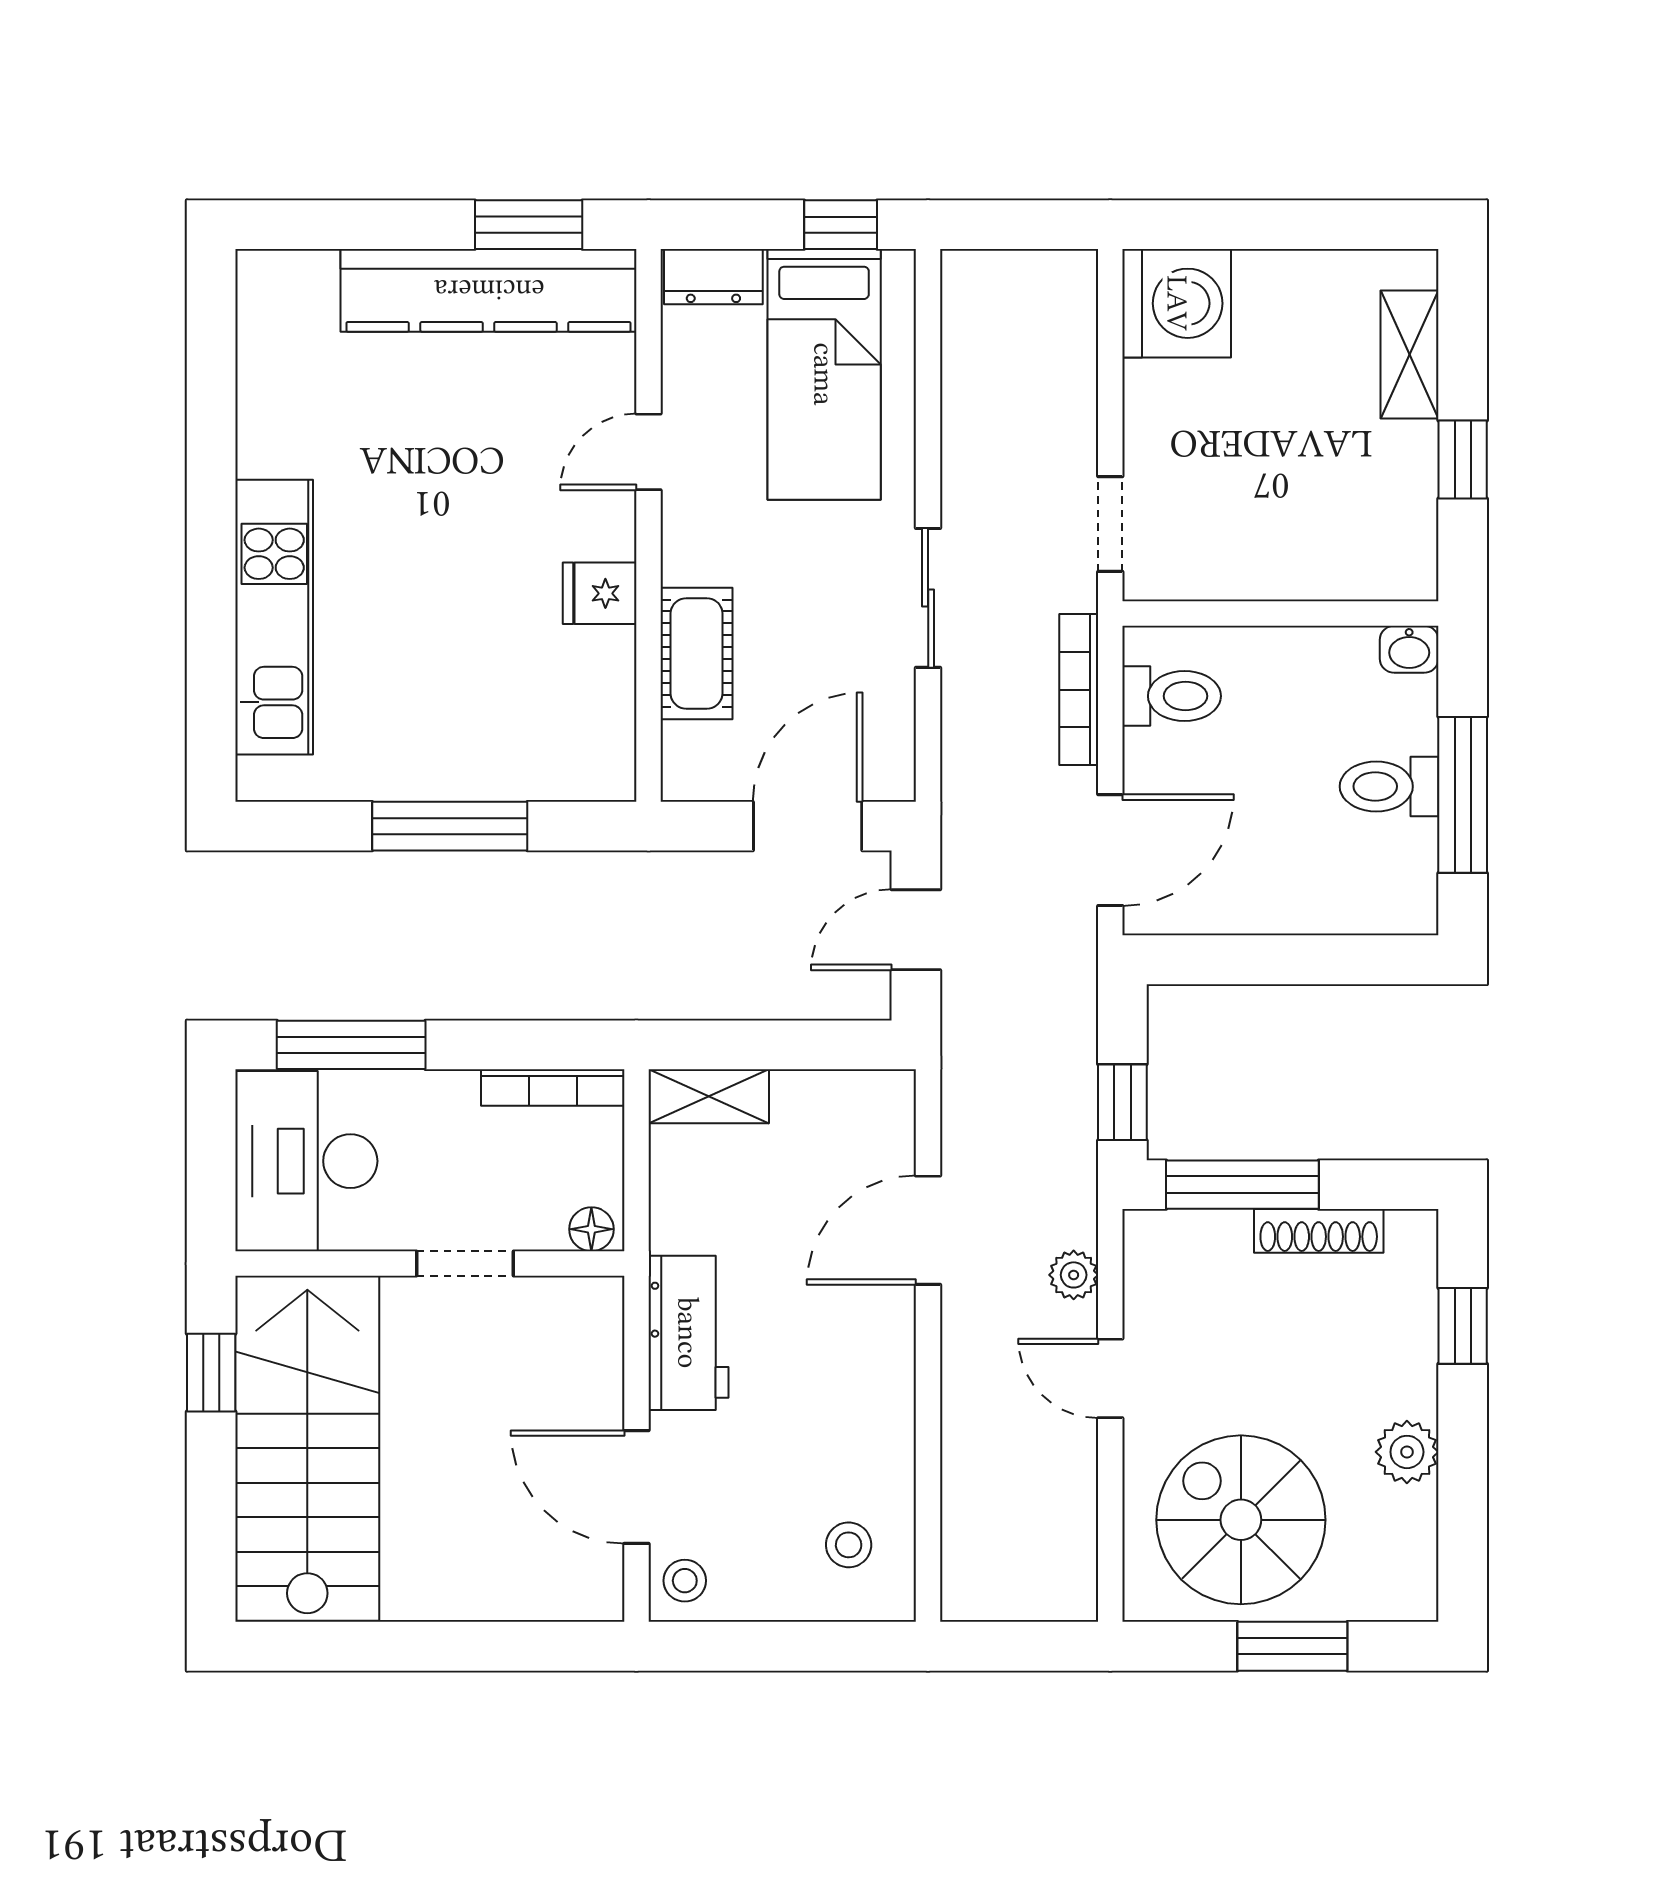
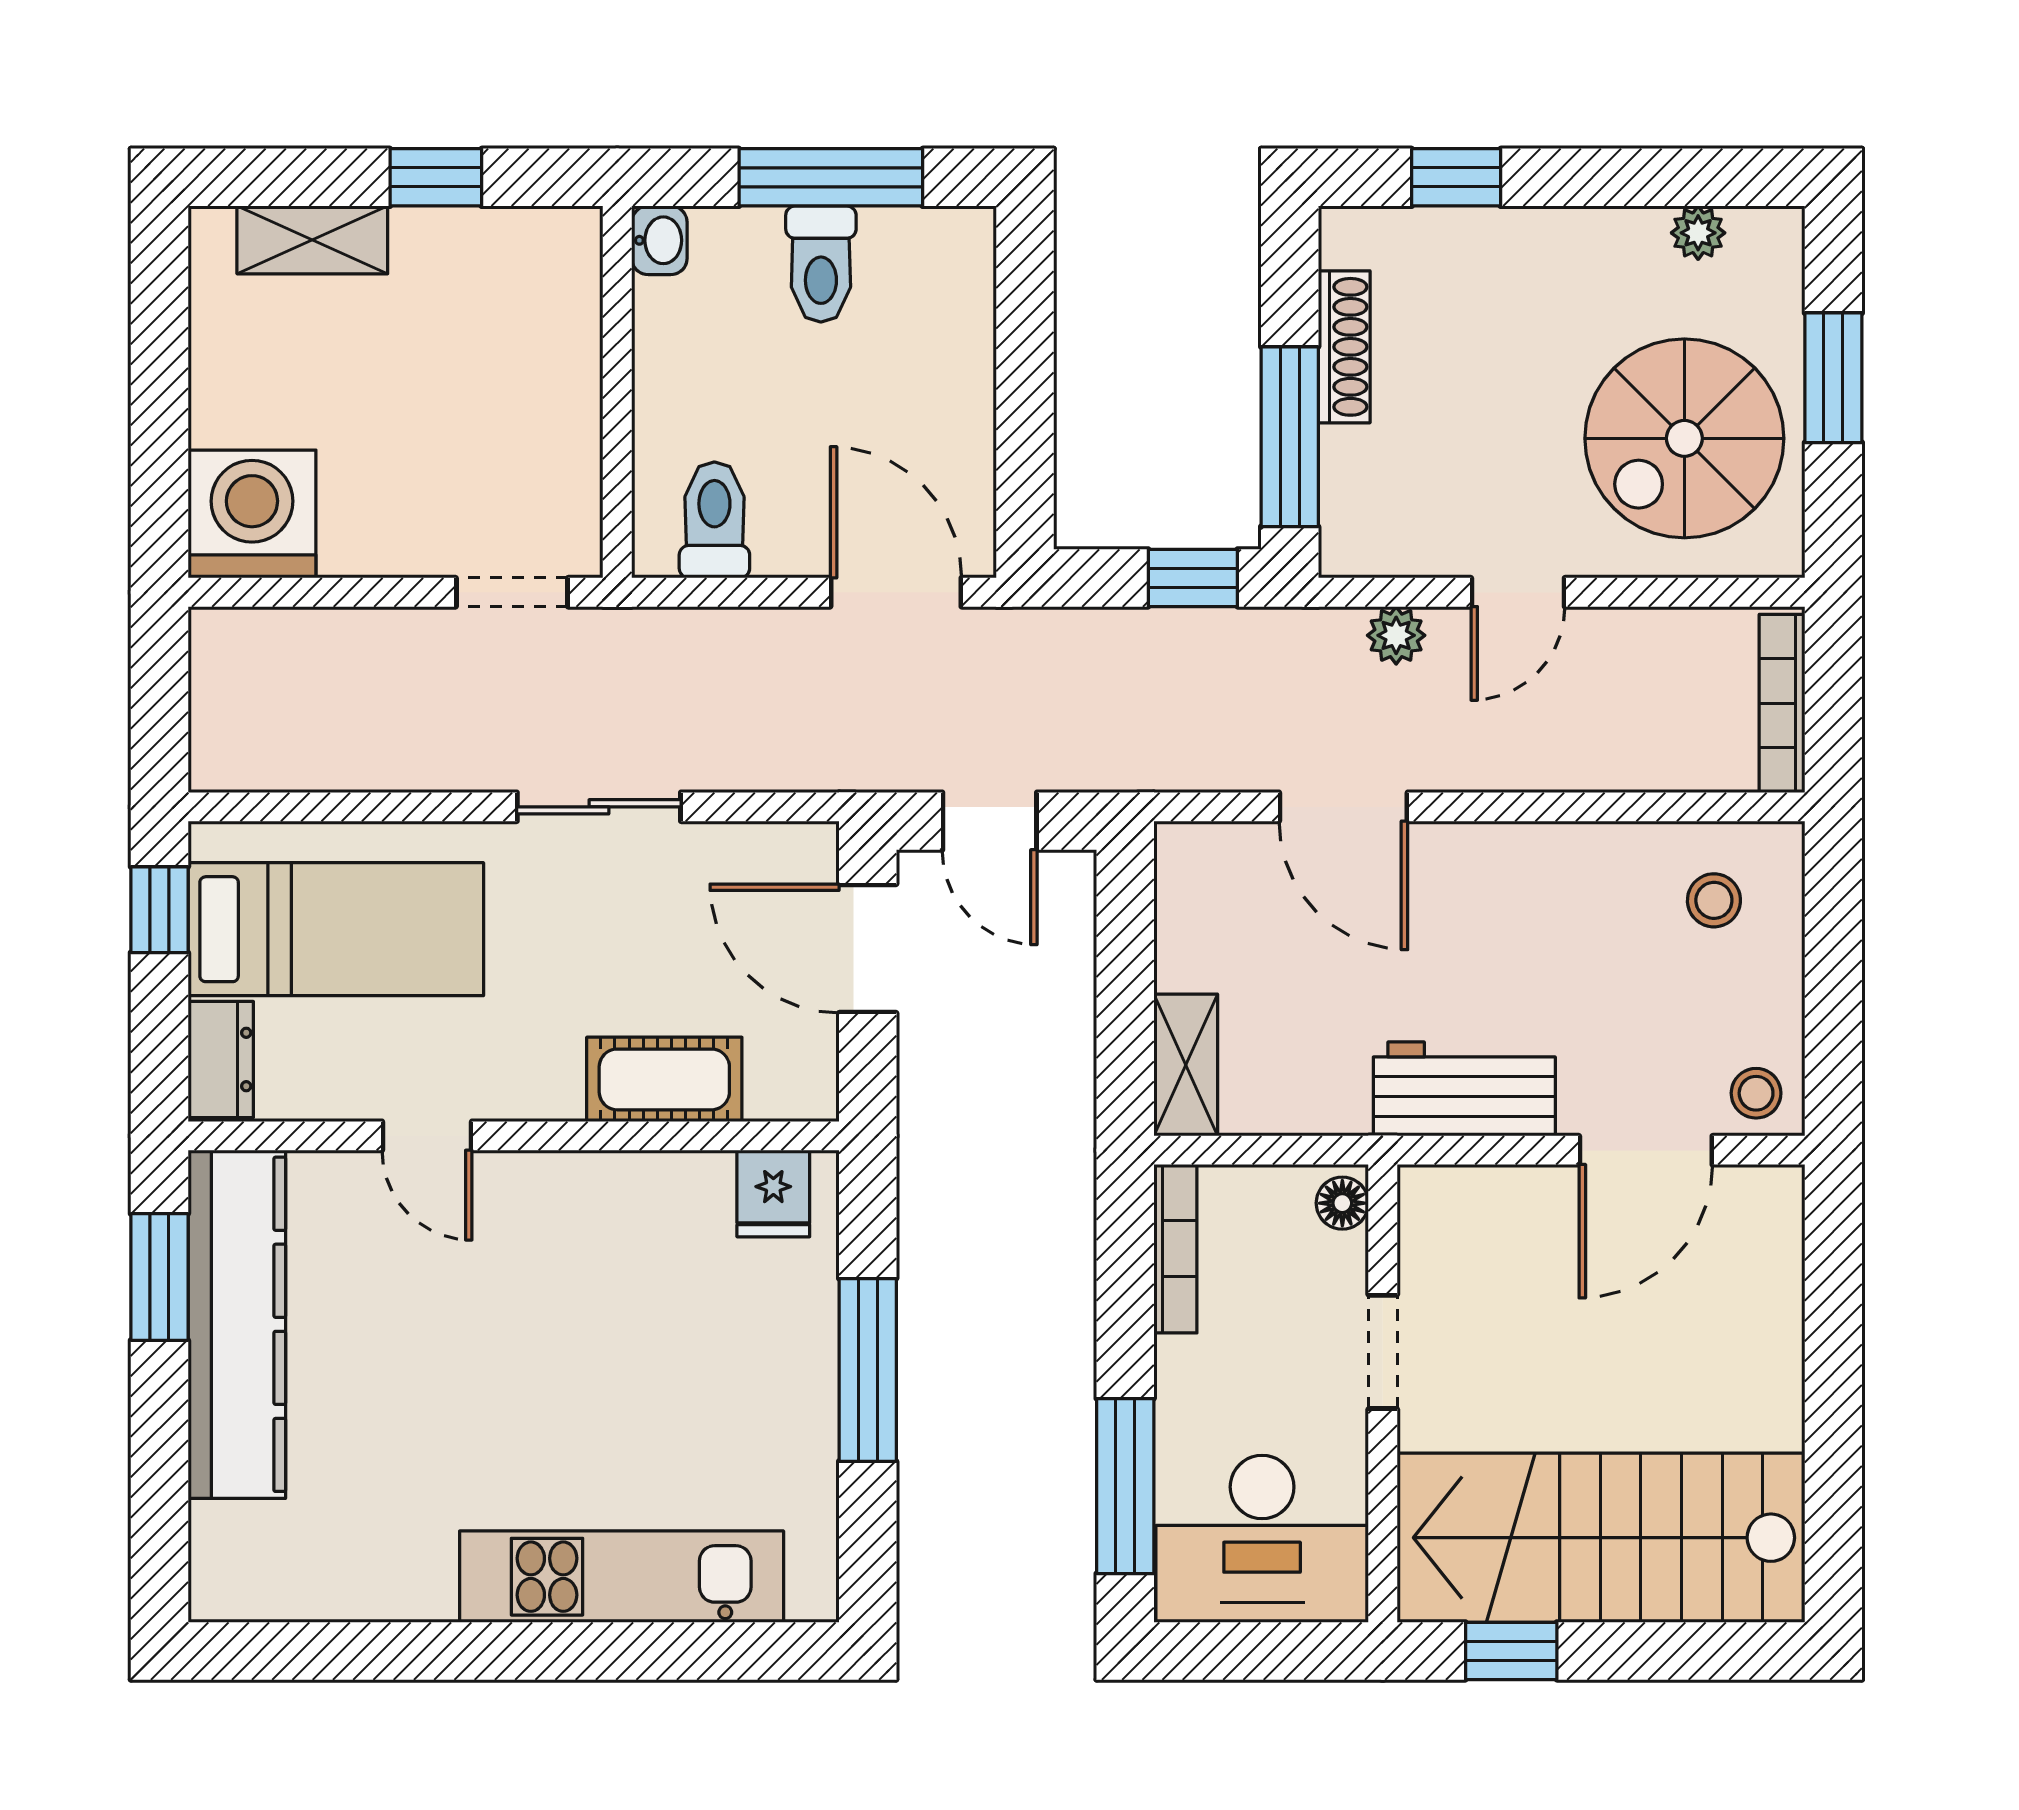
fridge: (600, 593) -> (773, 1193), moved
bookcase: (1079, 690) -> (1782, 703), moved, turned 90
plant: (1407, 1452) -> (1698, 233), moved, width x0.73, depth x0.73

